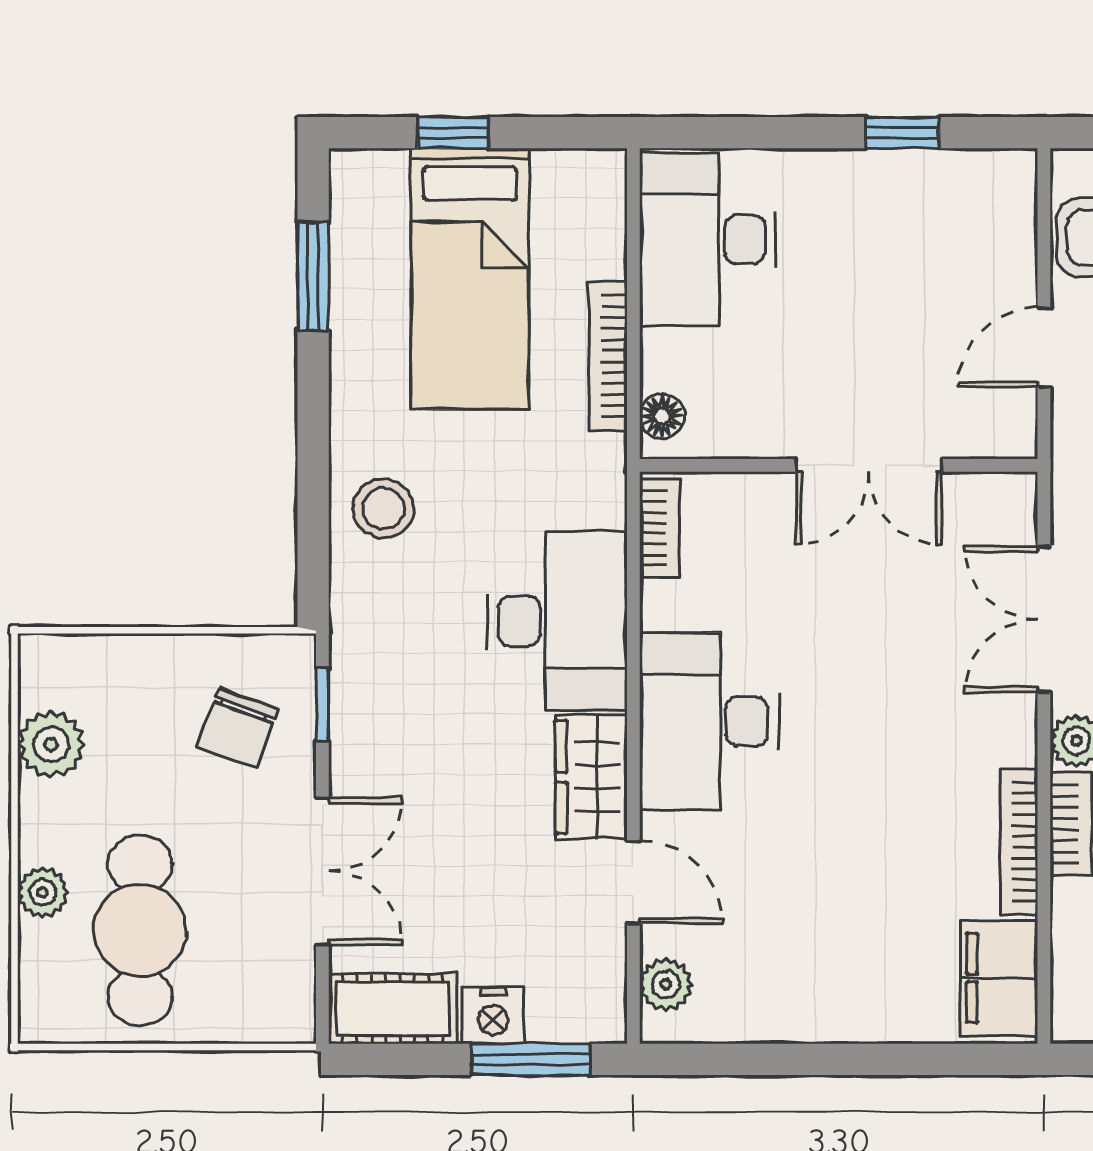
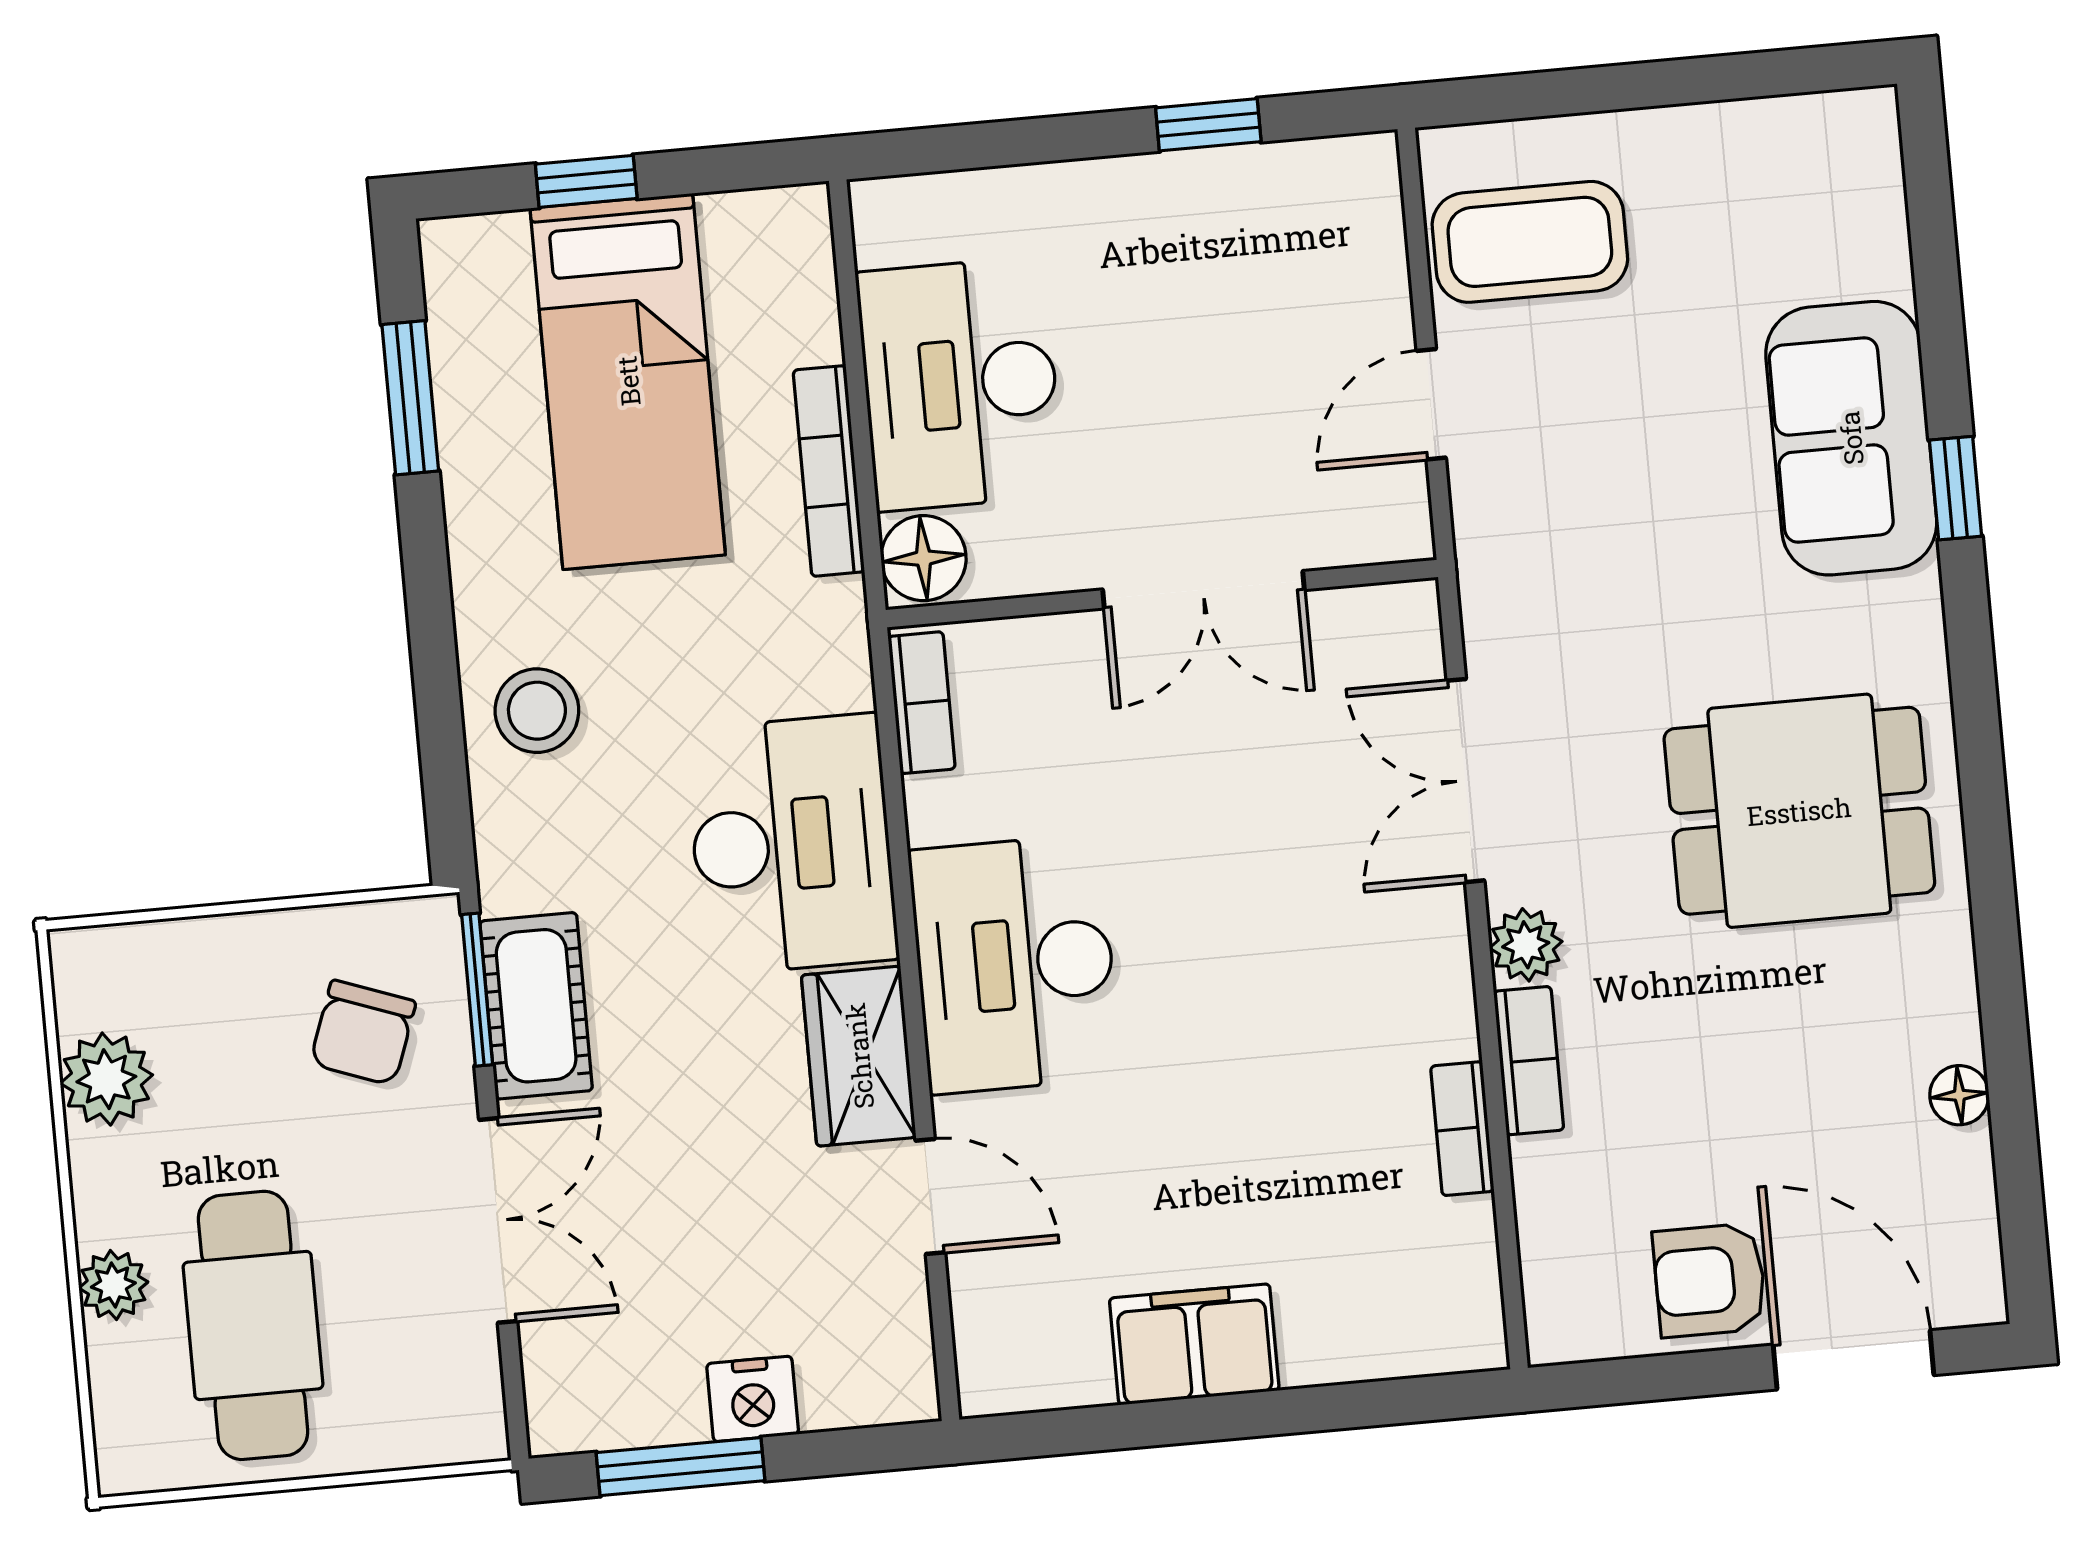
desk: (708, 239) -> (960, 384), moved
floor lamp: (662, 416) -> (924, 558), width x1.37, depth x1.37
window: (322, 704) -> (477, 990), width x1.50
bookcase: (1019, 842) -> (1462, 1129), width x0.64
filing cabinet: (999, 978) -> (1194, 1344), moved, turned 90
plant: (666, 984) -> (988, 1334), removed
cot: (393, 1009) -> (536, 1006), moved, turned 90
window: (531, 1059) -> (680, 1467), moved

